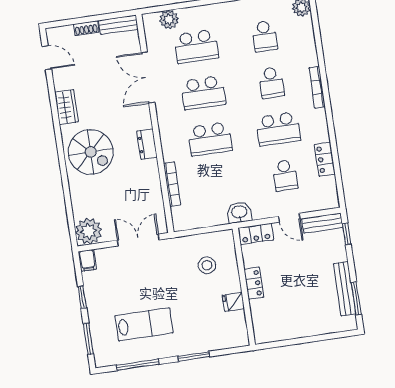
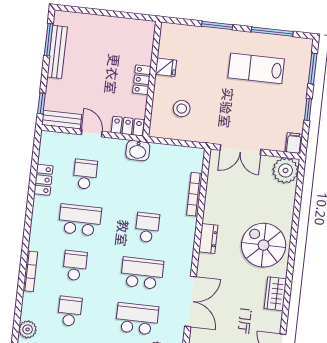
bookcase: (317, 87) -> (30, 271), moved
school desk: (210, 139) -> (147, 228), width x0.54

